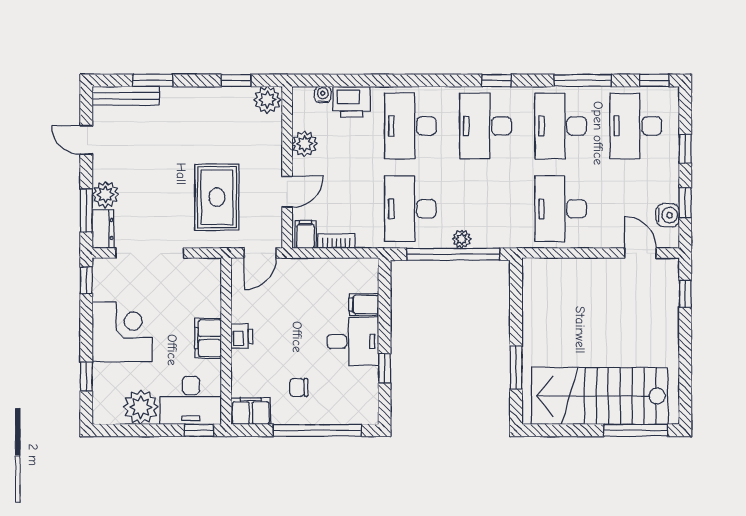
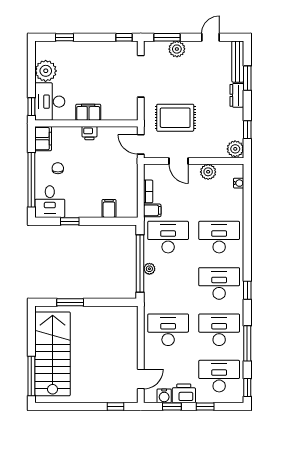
printer: (351, 102) -> (184, 393), moved, turned 90
dresser: (103, 229) -> (237, 95), moved, turned 90
filing cabinet: (306, 234) -> (152, 210), moved
corner desk: (122, 332) -> (92, 59), removed
desk: (353, 341) -> (50, 202), moved

